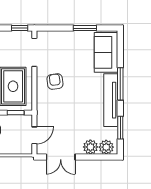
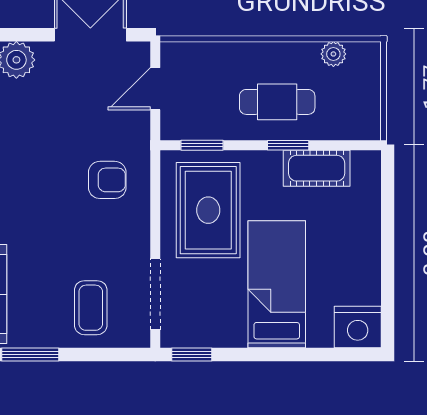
coffee table: (60, 47) -> (91, 308), added
armchair: (55, 82) -> (107, 180), moved, turned -83

